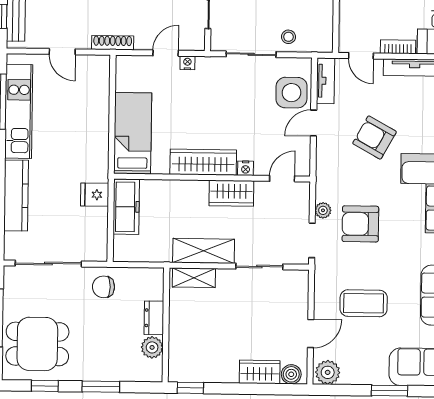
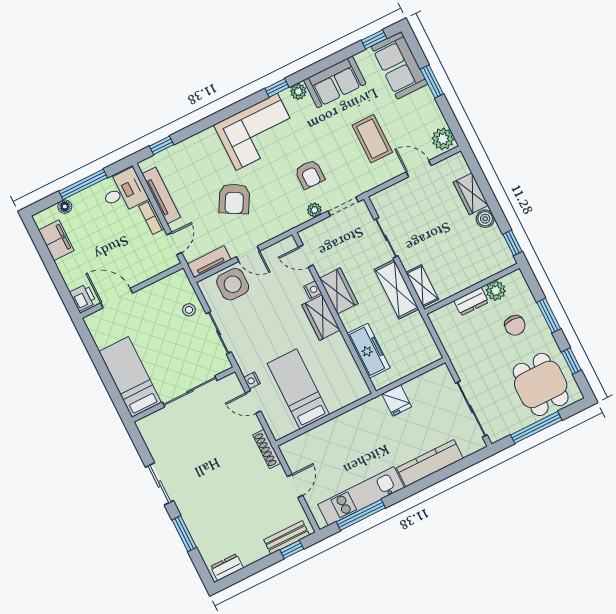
bed: (133, 133) -> (298, 389), moved, turned 90
wardrobe: (203, 162) -> (321, 318), width x0.67
freezer: (126, 207) -> (369, 351), moved, turned 90
armchair: (360, 224) -> (310, 174), width x0.72, depth x0.72
chair: (103, 287) -> (515, 325), moved
boiler: (291, 374) -> (485, 219), moved

